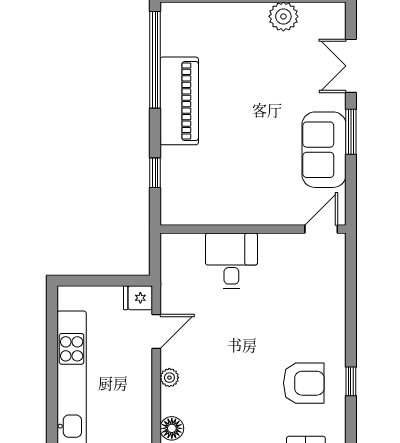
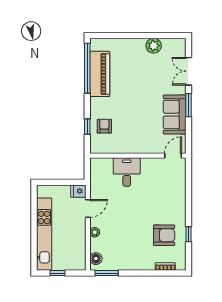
piano: (179, 101) -> (100, 74), moved
armchair: (188, 172) -> (104, 126), added

